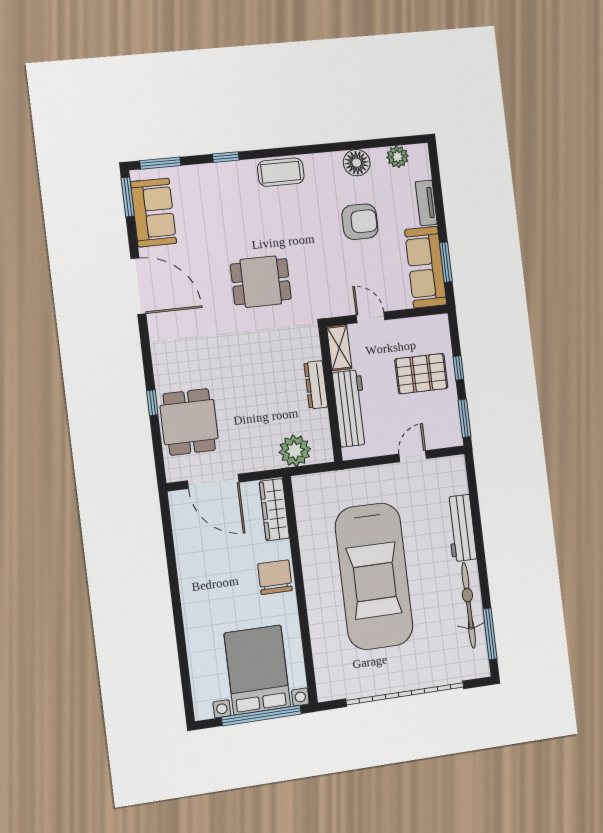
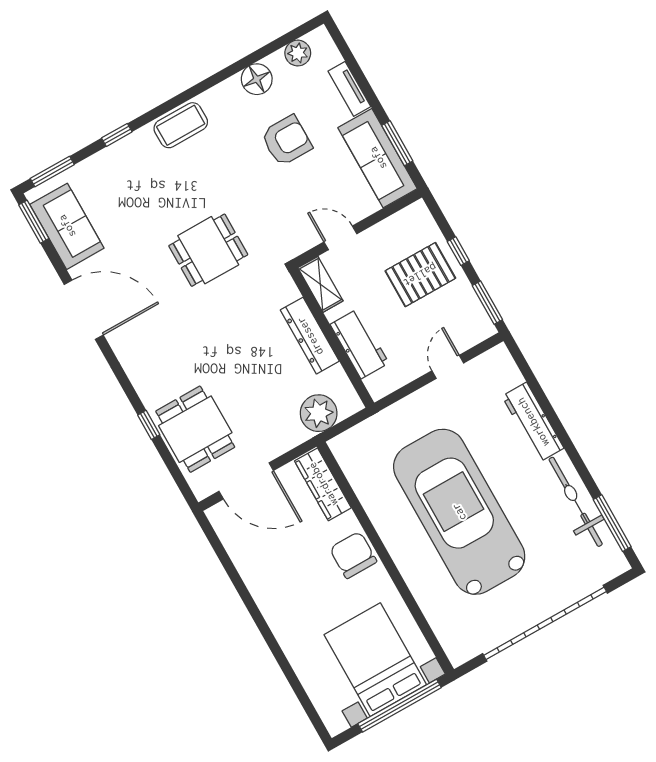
dresser: (316, 385) -> (310, 336), width x1.37, depth x1.24
workbench: (351, 408) -> (359, 344), width x0.73
car: (374, 576) -> (459, 512), turned 180

